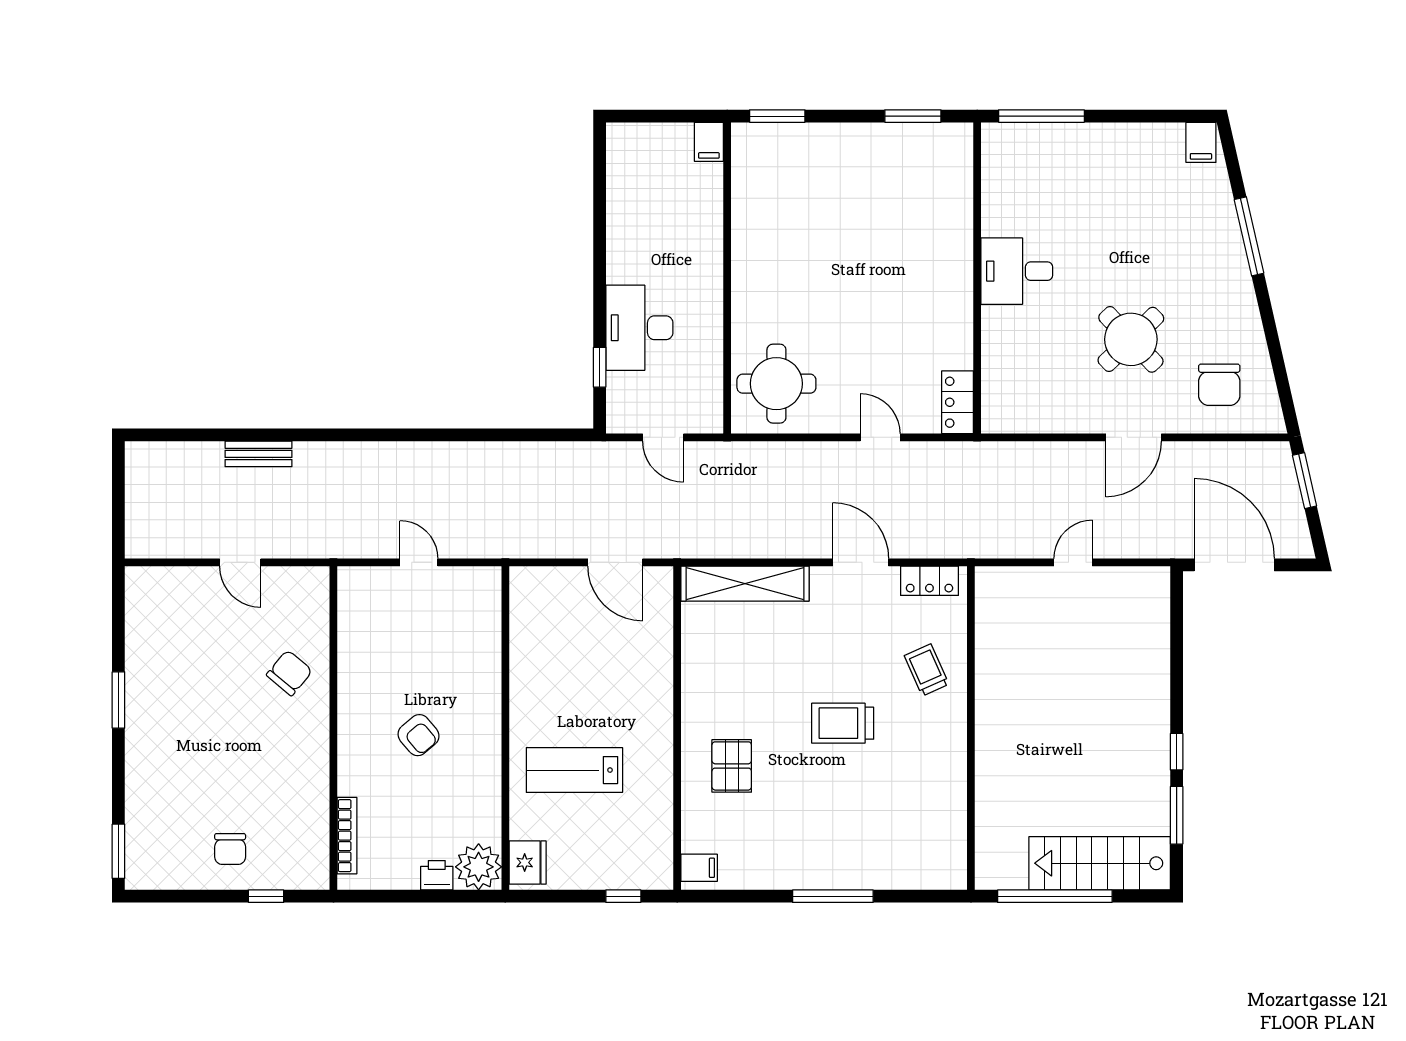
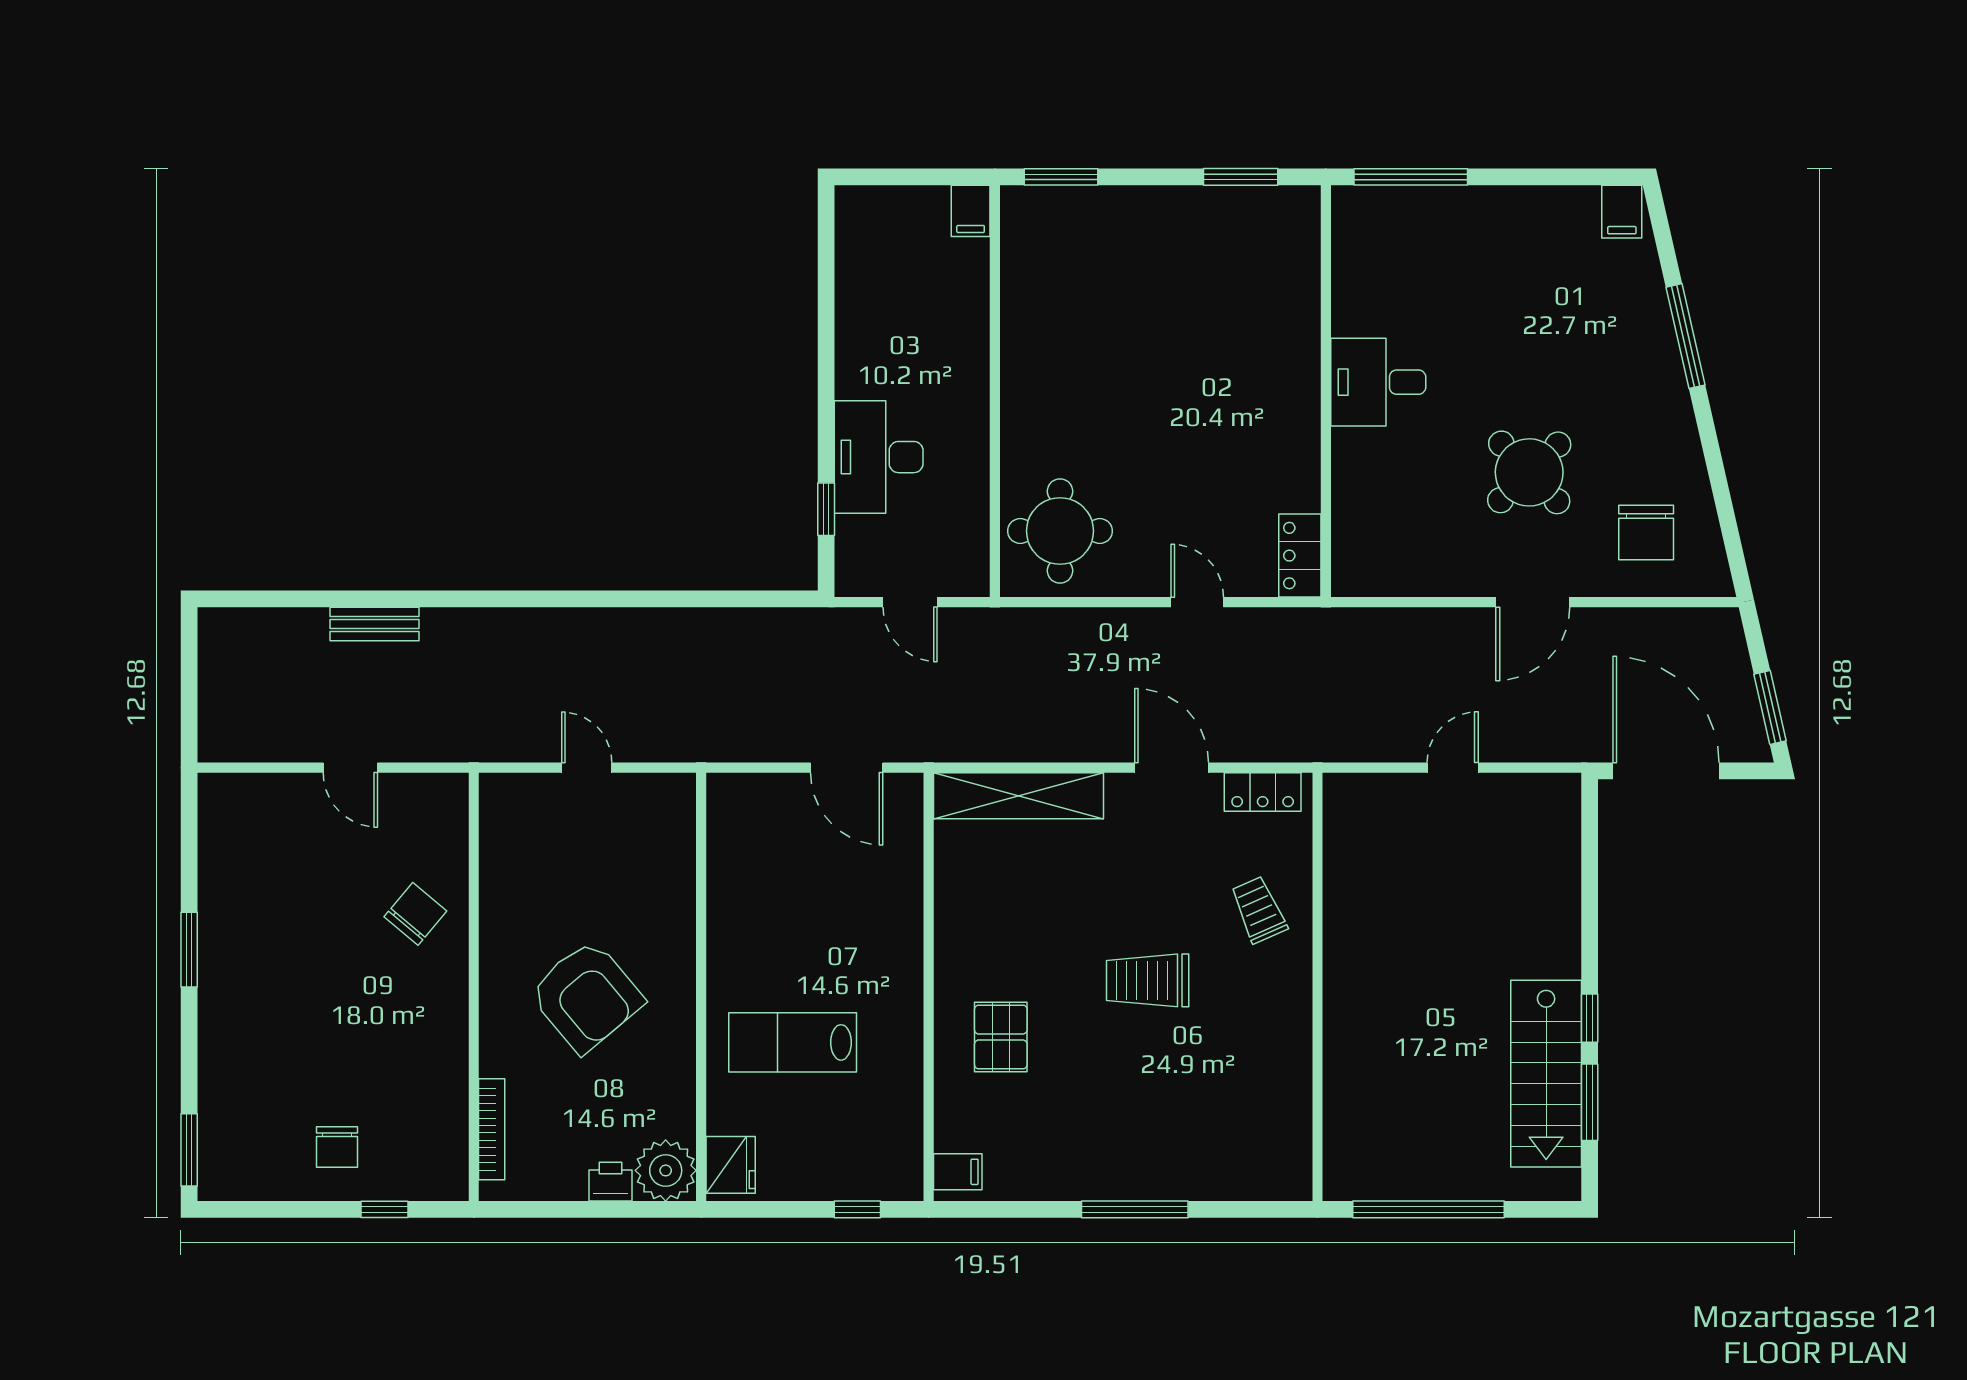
window: (1305, 481) -> (1770, 708), moved
armchair: (418, 735) -> (586, 996), width x1.88, depth x1.88
stairs: (1100, 863) -> (1546, 1074), moved, turned -90

